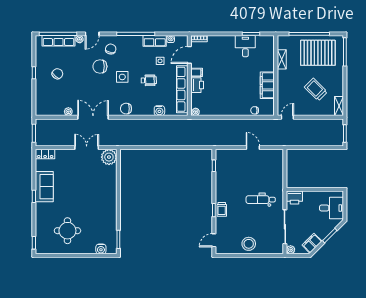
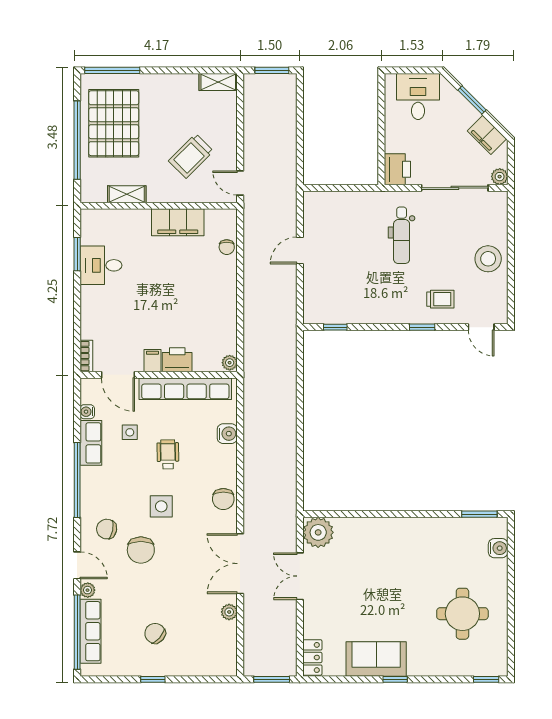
trolley: (316, 90) -> (191, 156), moved
trolley: (222, 209) -> (440, 299), moved

